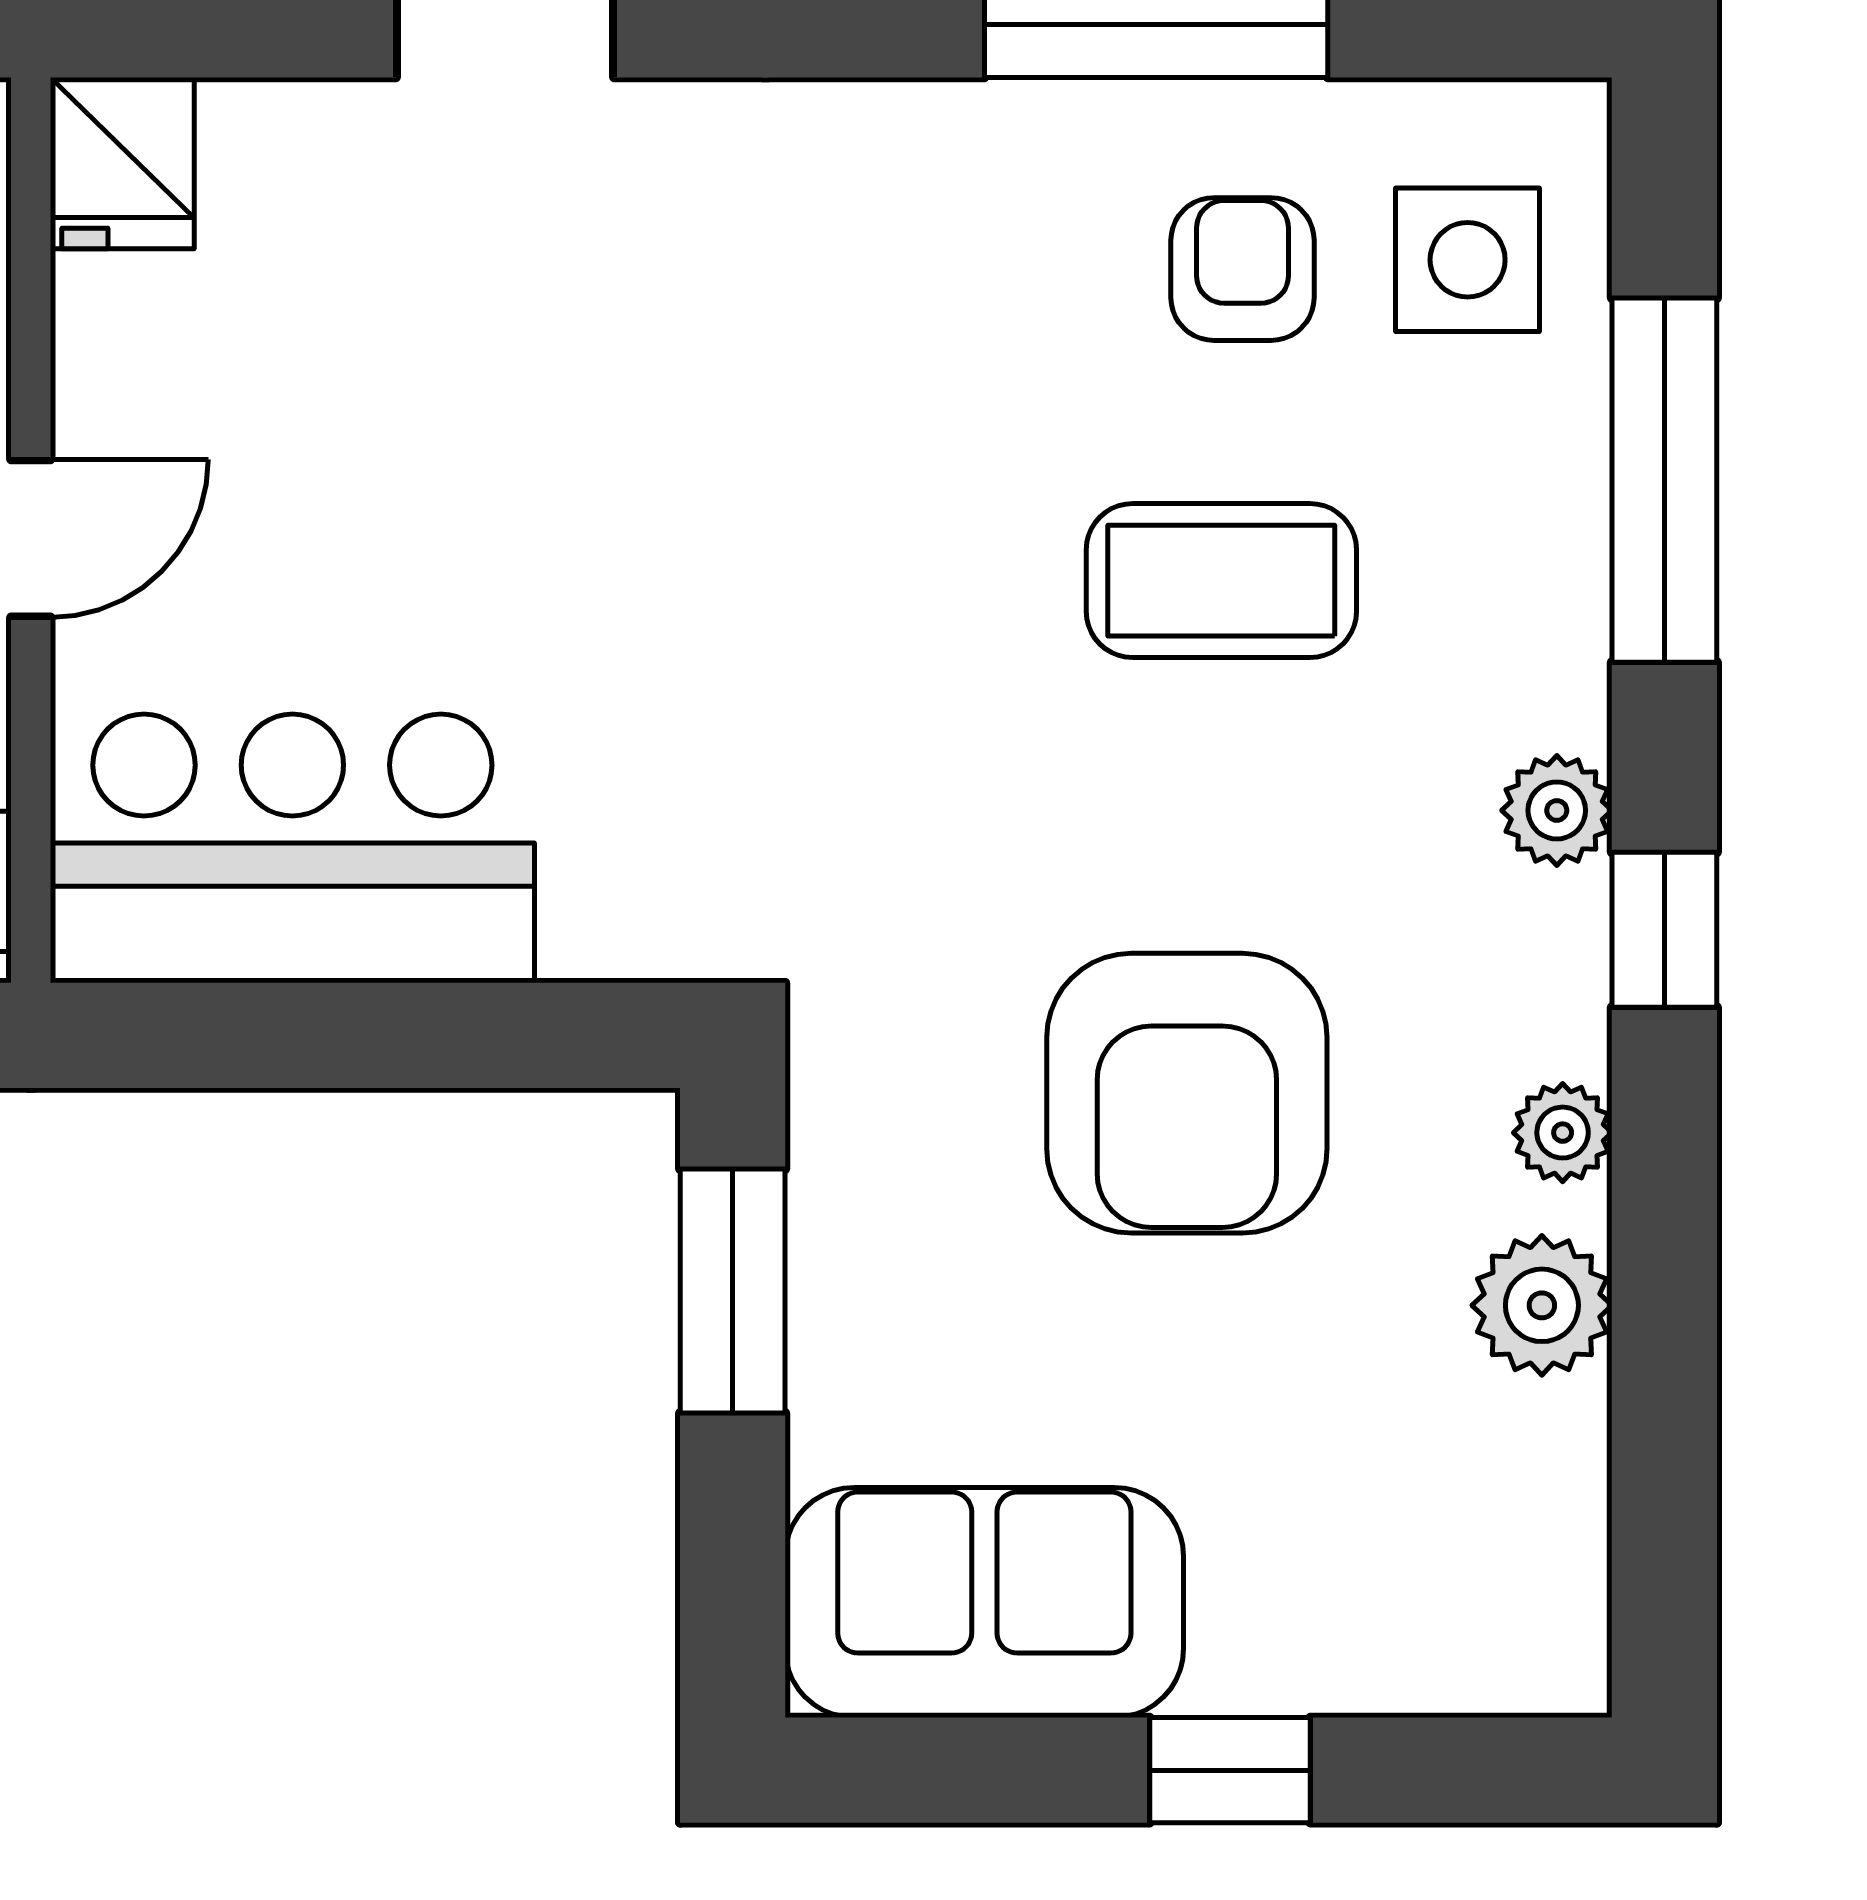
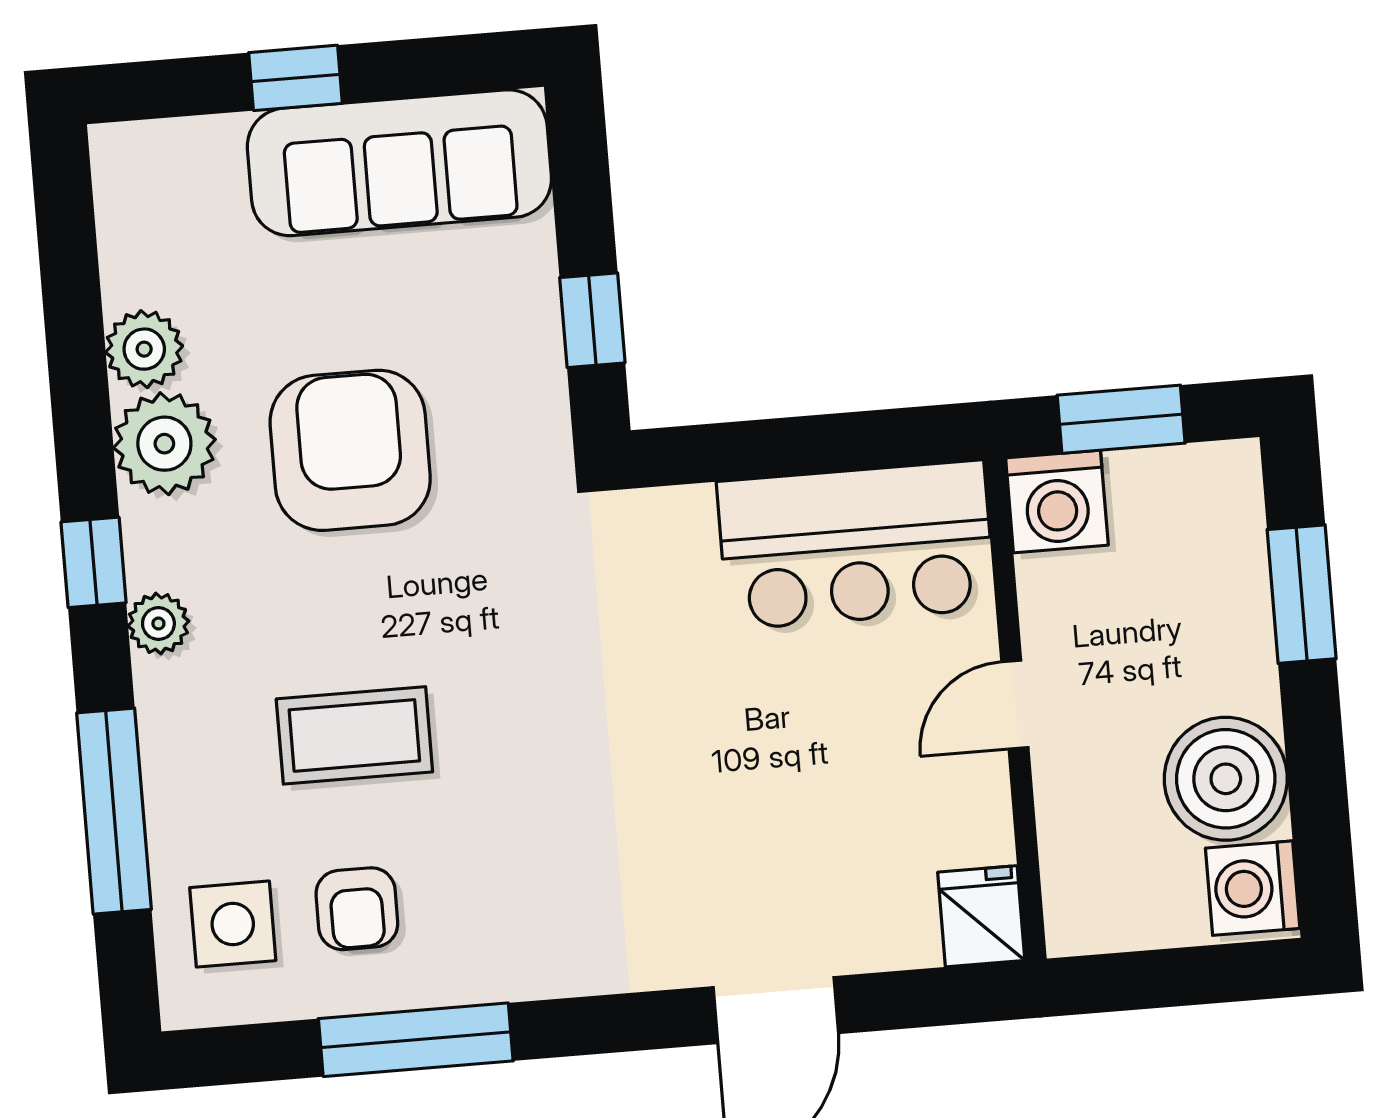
plant: (1563, 1133) -> (164, 444), width x1.88, depth x1.88
window: (733, 1291) -> (592, 320), width x0.67
sofa: (984, 1602) -> (399, 163), width x1.36

